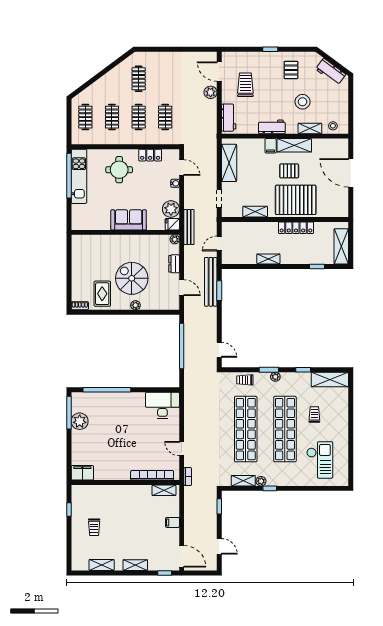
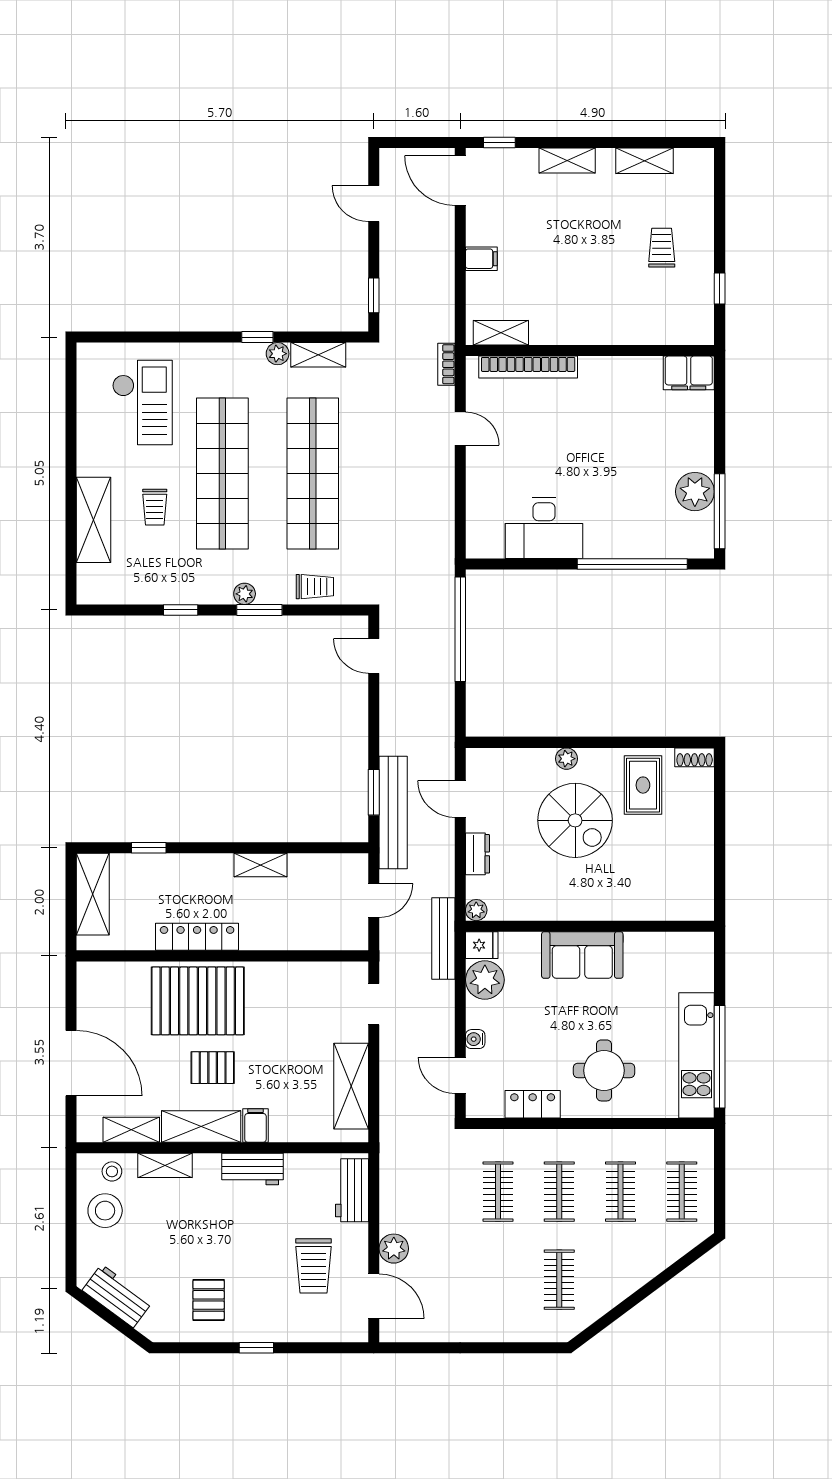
stool: (303, 102) -> (105, 1211), moved
shelving: (255, 212) -> (131, 1130), moved
window: (182, 346) -> (460, 629), moved
shelving: (330, 380) -> (93, 520), moved, turned 90
desk: (162, 405) -> (544, 528), moved
checkout: (320, 460) -> (142, 402), turned 180

